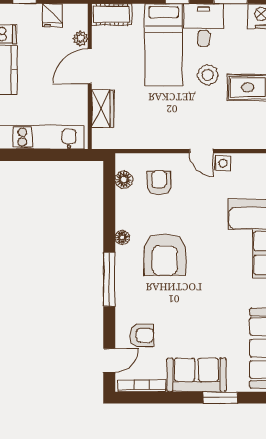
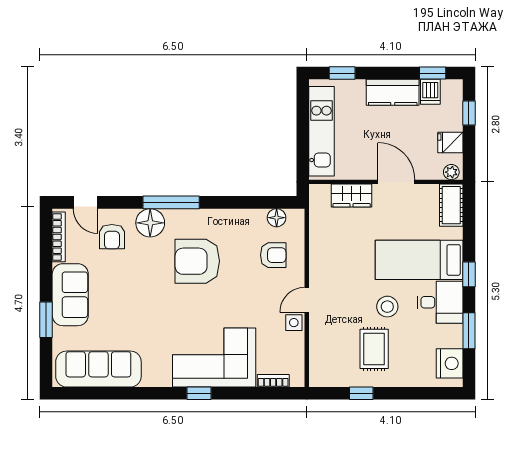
plant: (81, 38) -> (451, 172), moved
floor lamp: (122, 238) -> (150, 223), moved, width x1.89, depth x1.89

